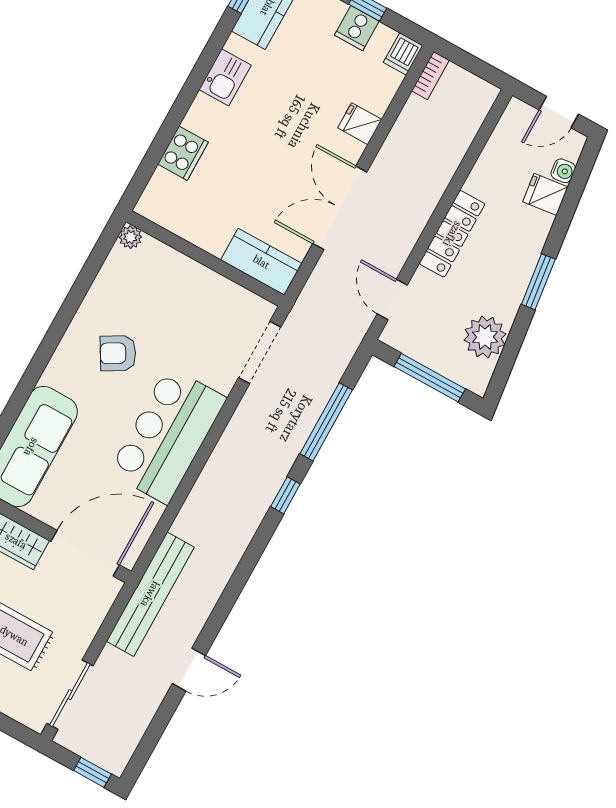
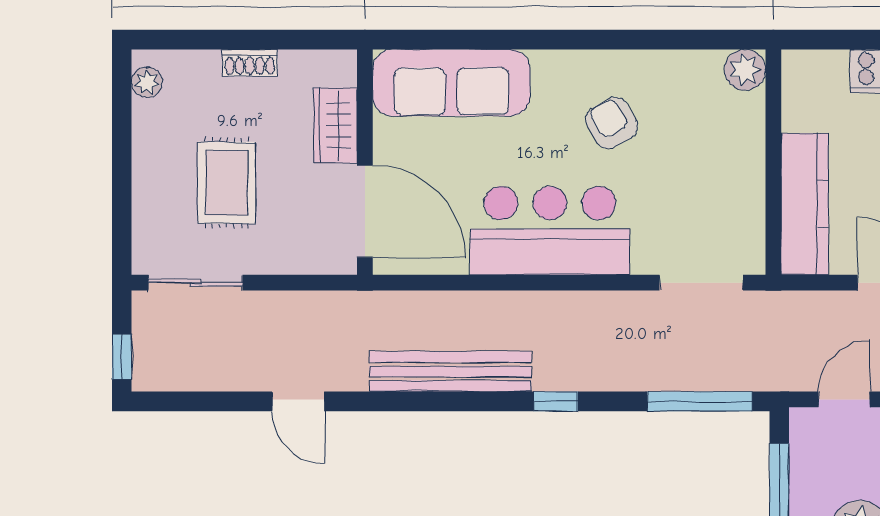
plant: (130, 237) -> (745, 70), width x1.38, depth x1.38
kitchen counter: (261, 262) -> (805, 204), width x1.50
window: (326, 422) -> (700, 401), moved
bench: (150, 594) -> (450, 371), moved

